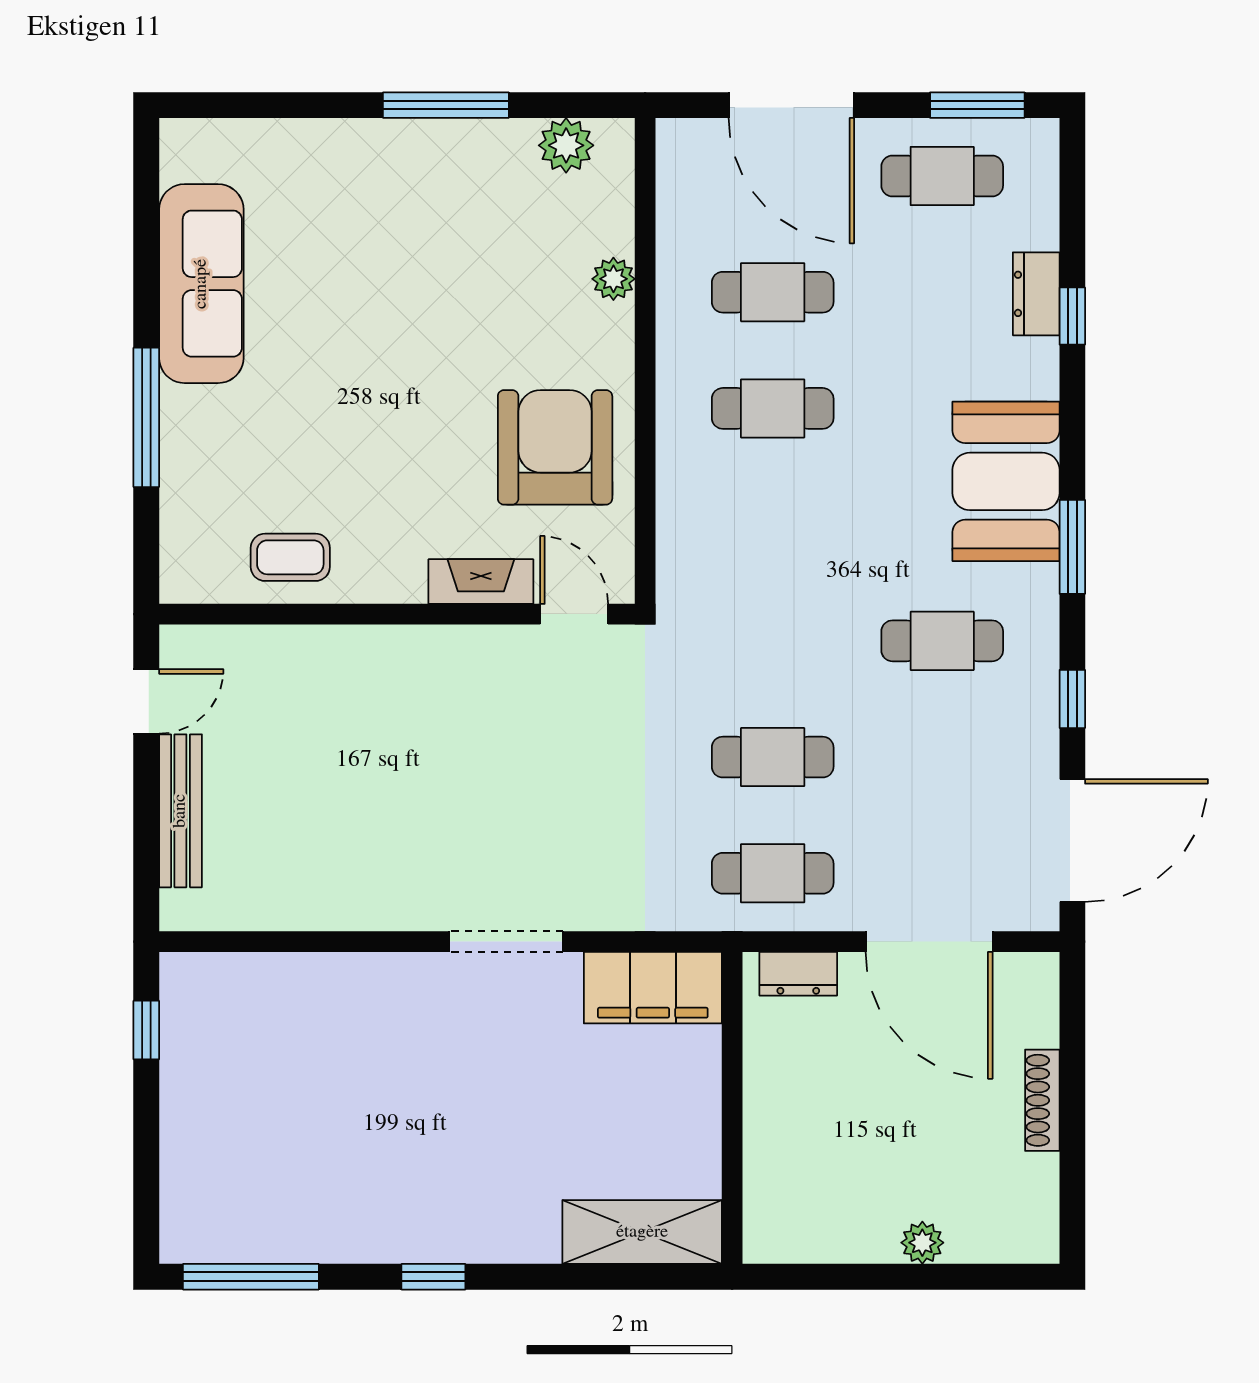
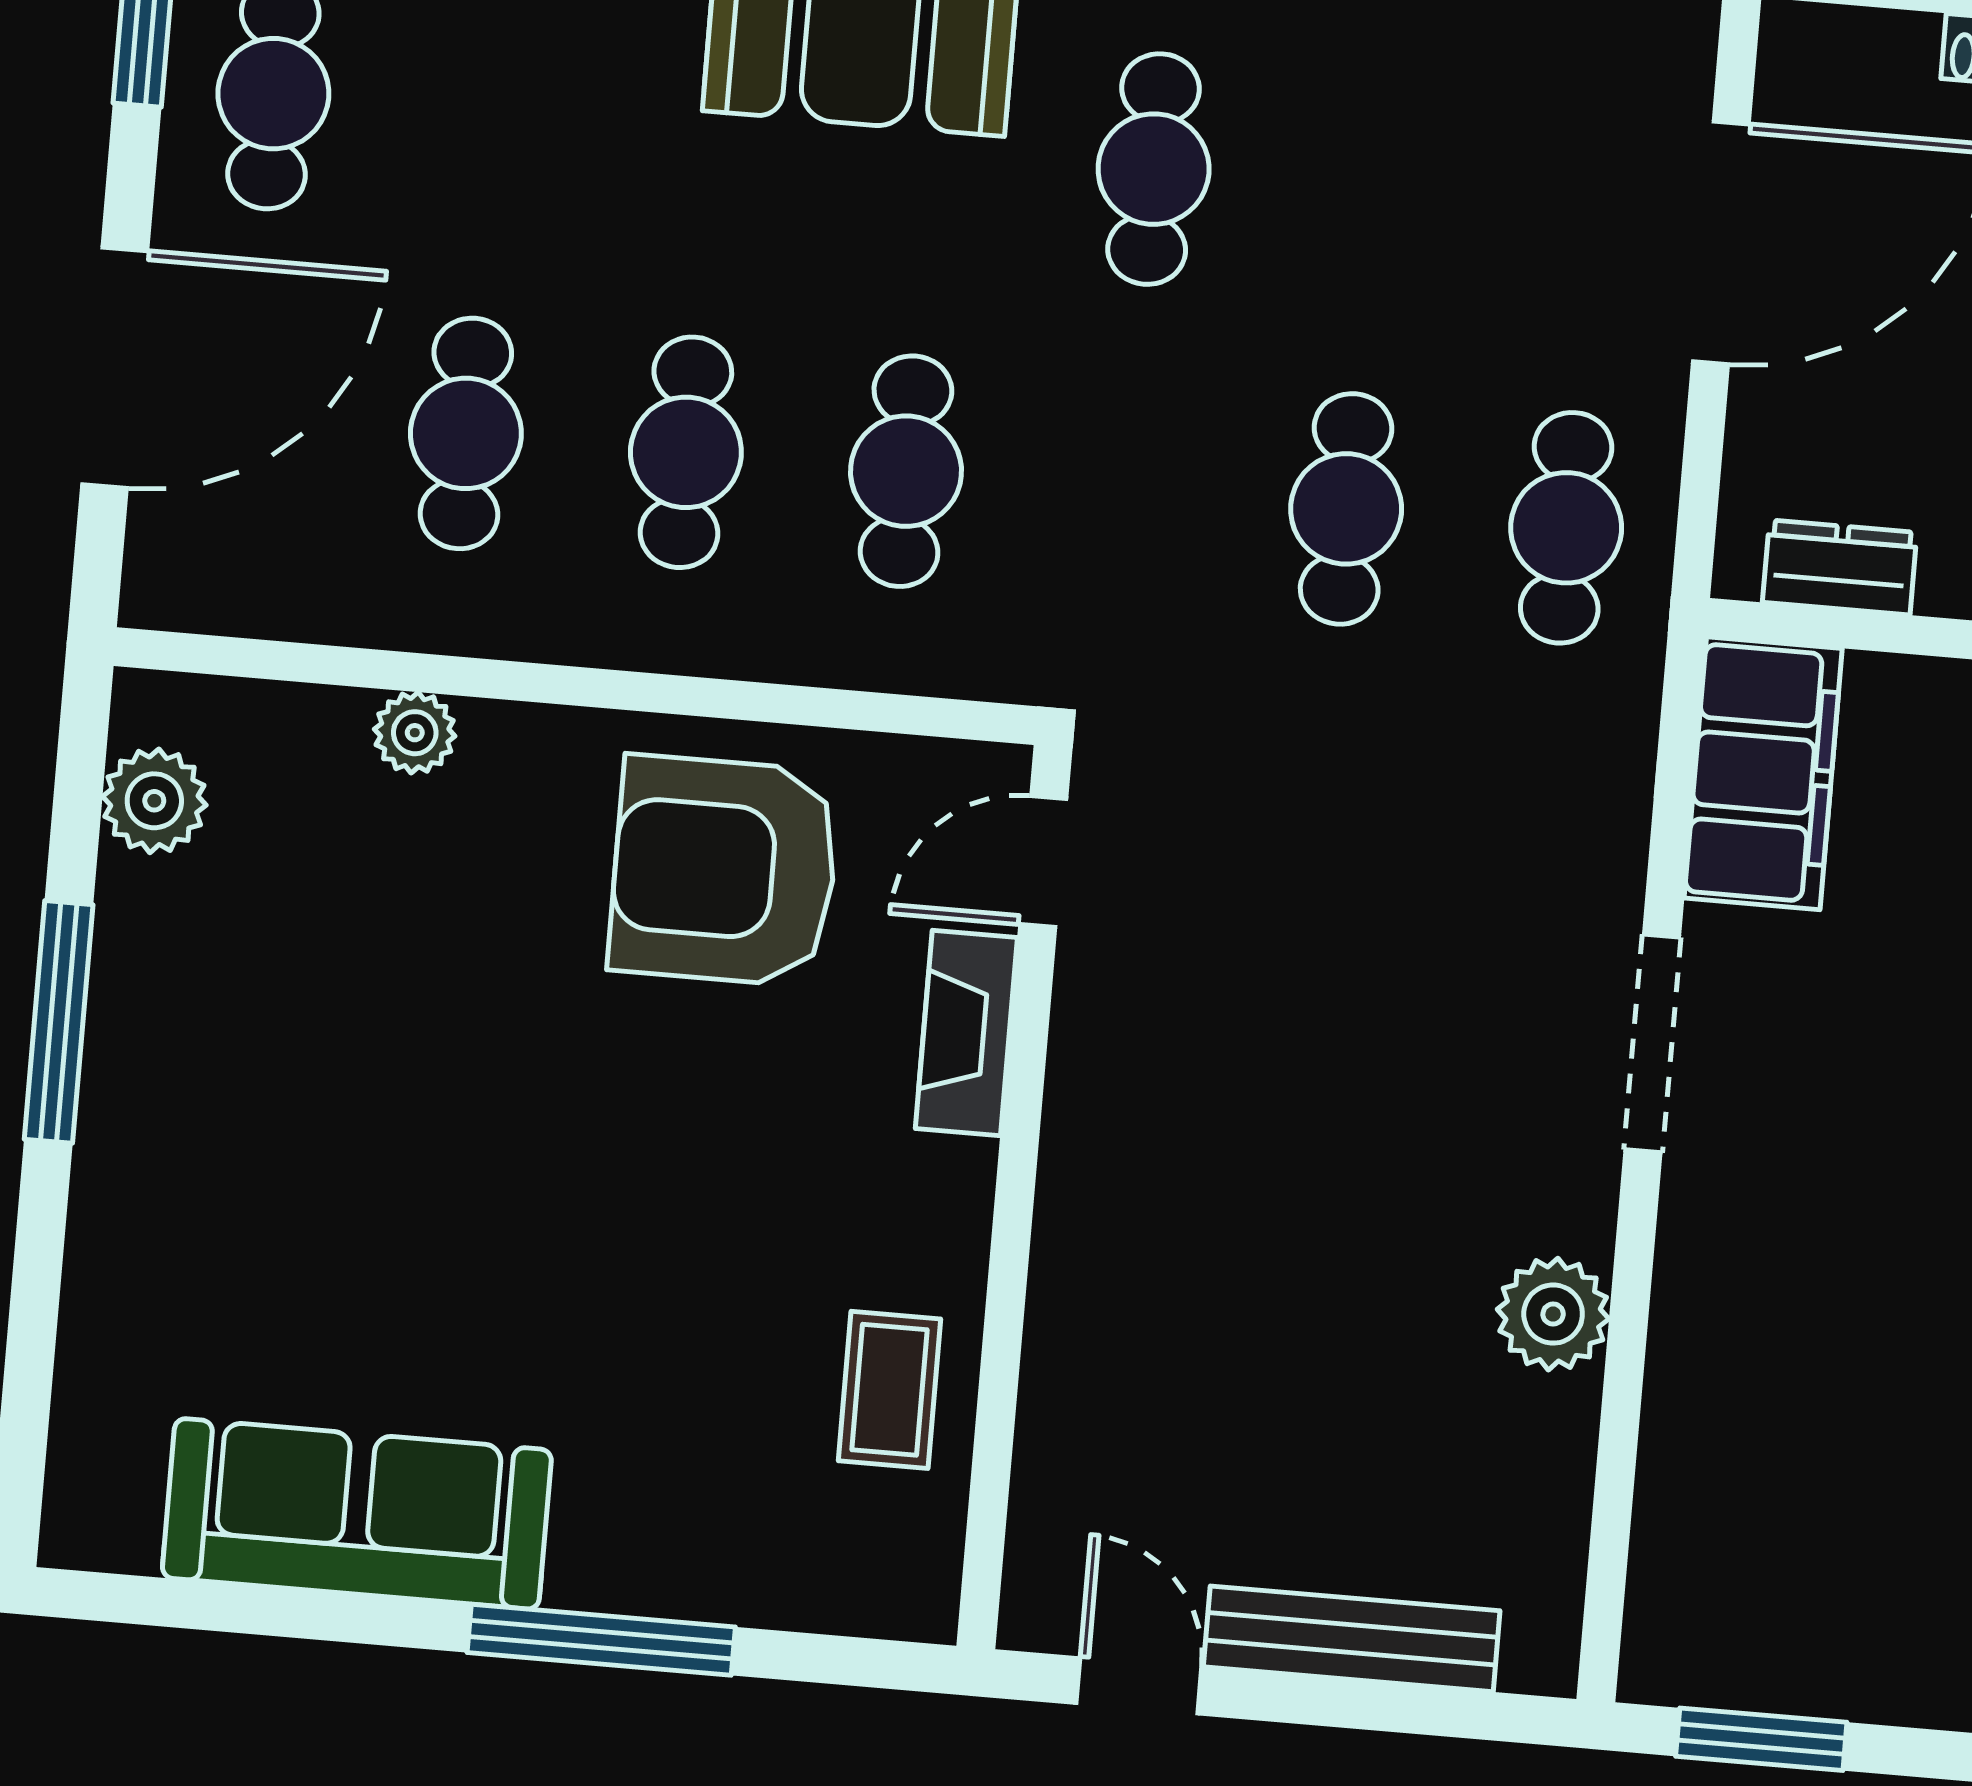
cafe table: (773, 525) -> (906, 471), added
plant: (360, 902) -> (1553, 1314), added
dresser: (798, 974) -> (1840, 567), moved, turned -90
window: (146, 1030) -> (1761, 1739), width x1.50

